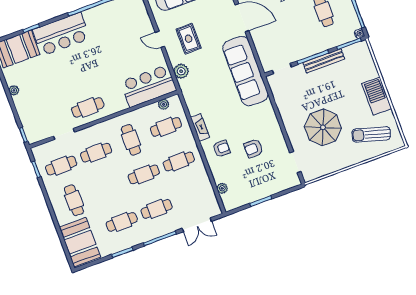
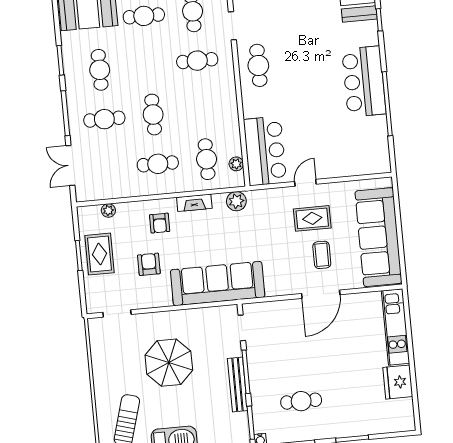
coffee table: (213, 25) -> (322, 255), added
bar counter: (61, 34) -> (364, 82), moved
door: (160, 39) -> (305, 183), moved
plant: (181, 71) -> (236, 201), moved
sofa: (245, 71) -> (218, 284), moved
parasol: (323, 127) -> (169, 363), moved
cafe table: (131, 140) -> (202, 110), removed
cafe table: (96, 153) -> (197, 61), turned 90
cafe table: (179, 161) -> (158, 164), turned 90
rug: (256, 186) -> (100, 254), added
cafe table: (157, 209) -> (104, 119), turned 90

